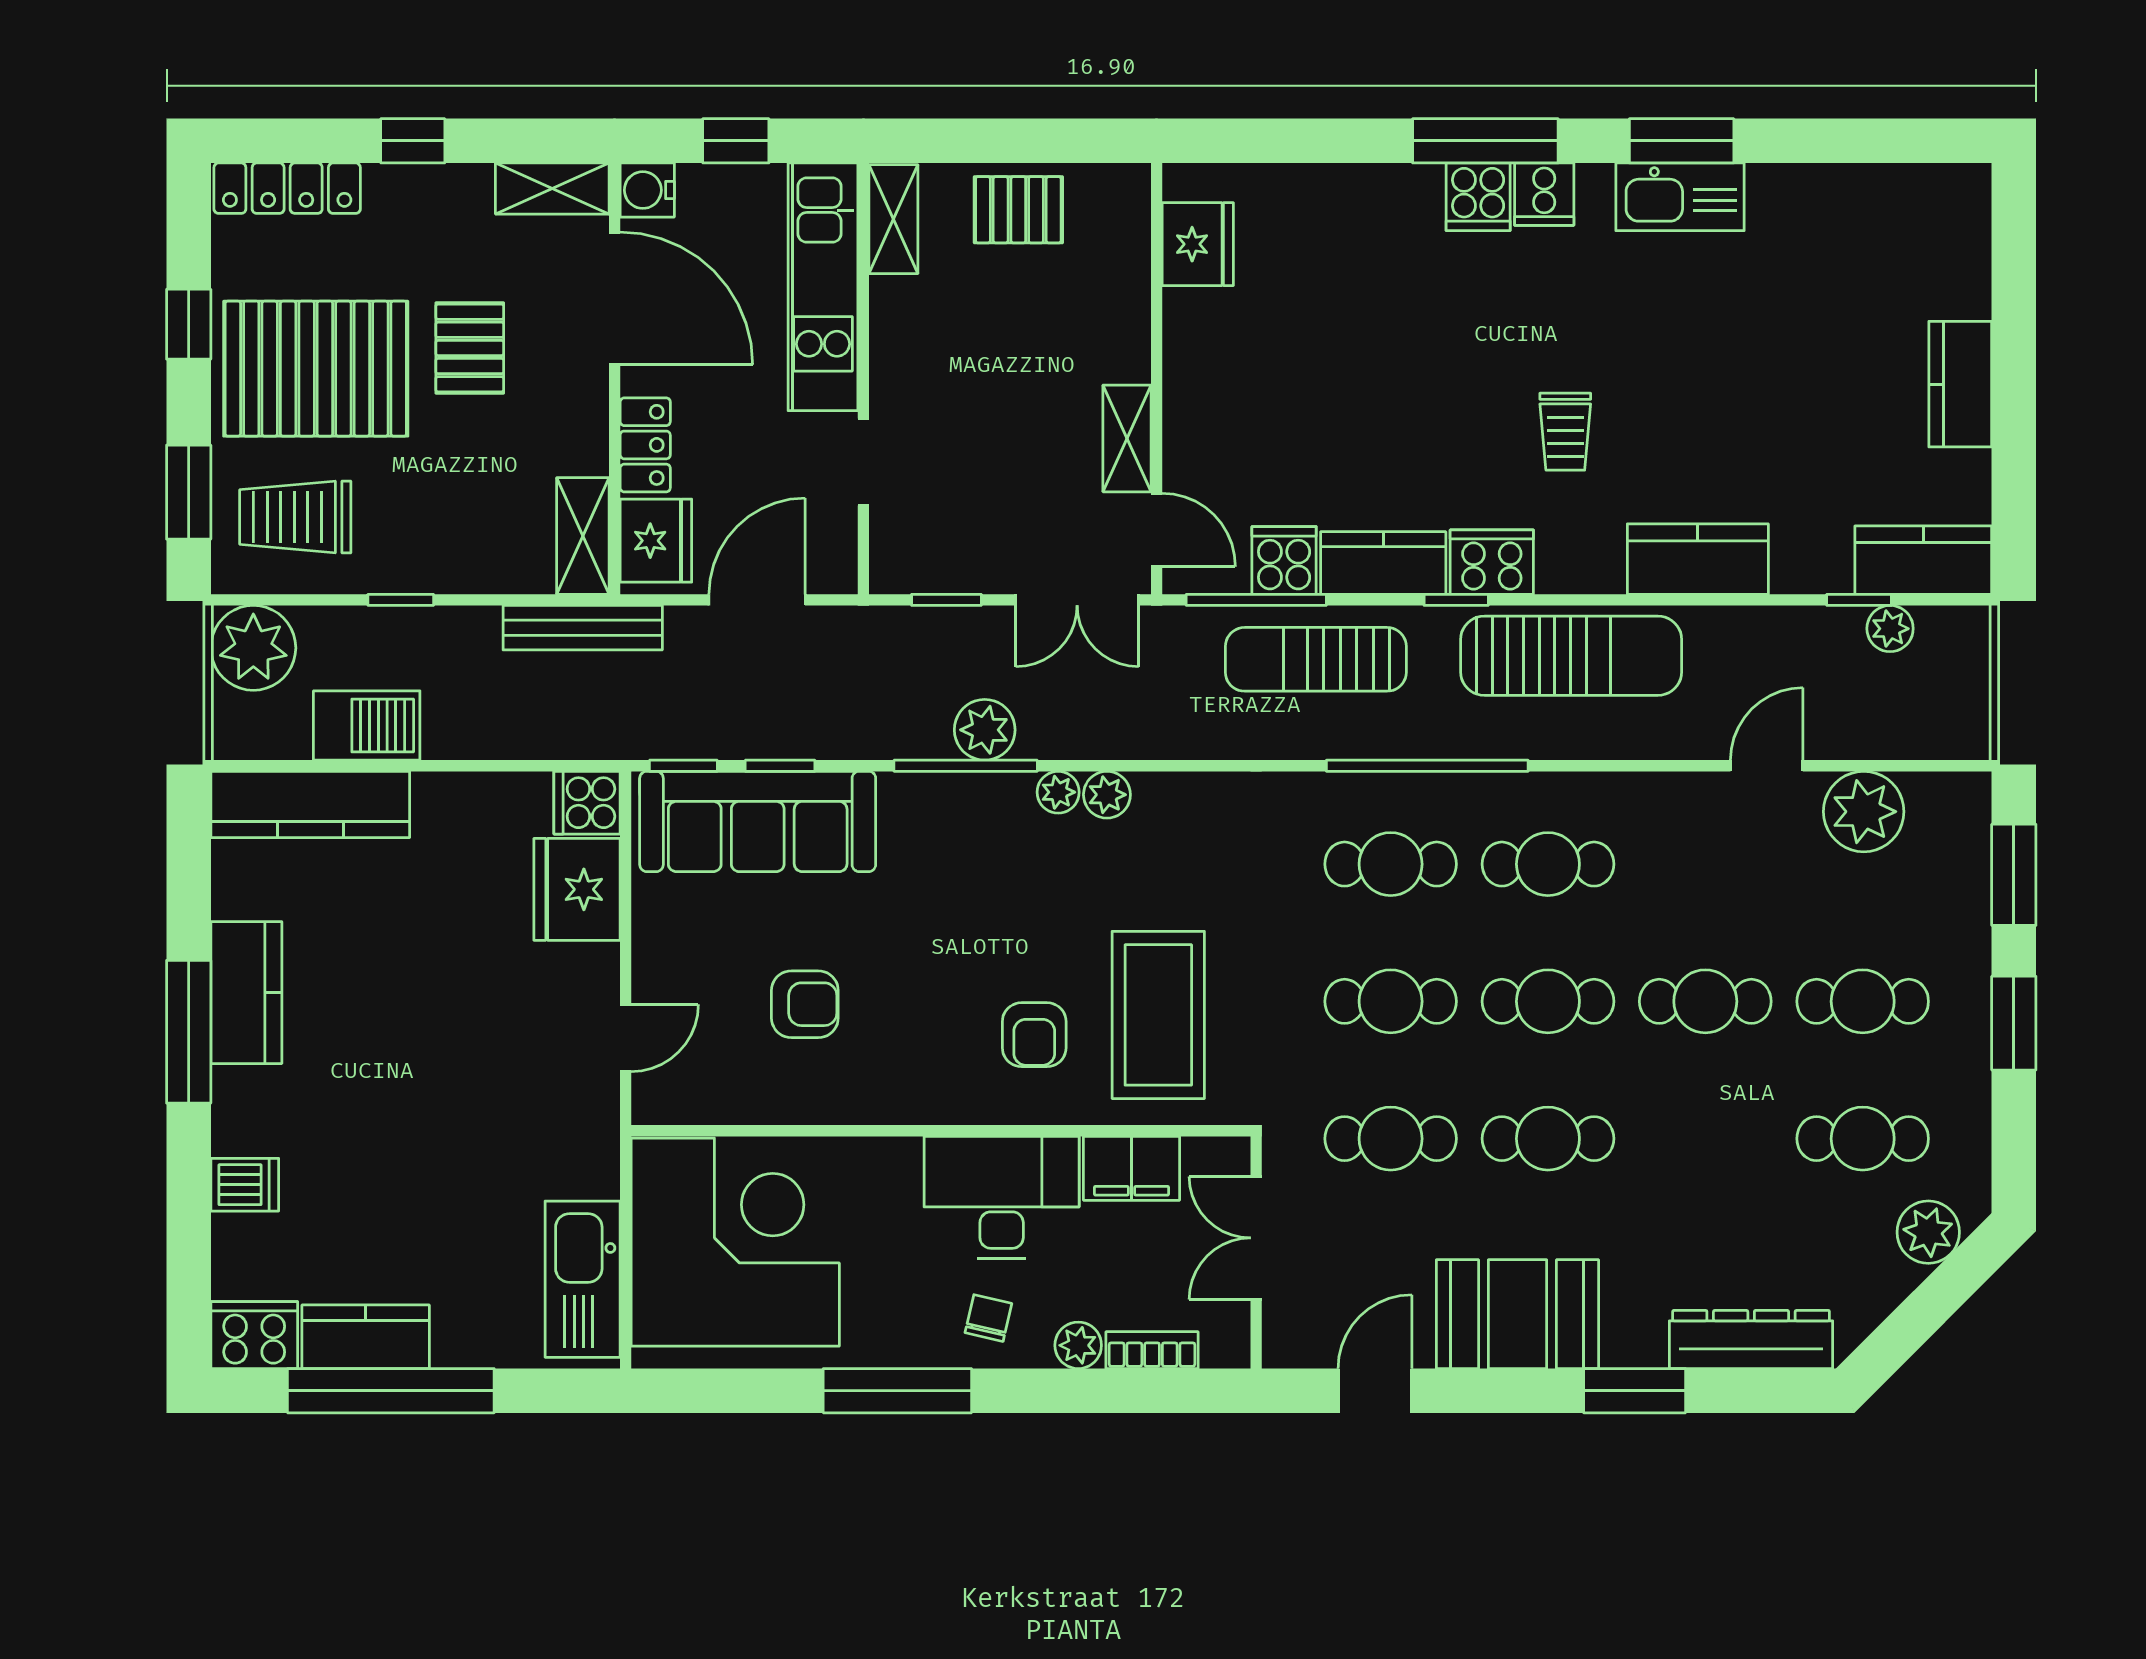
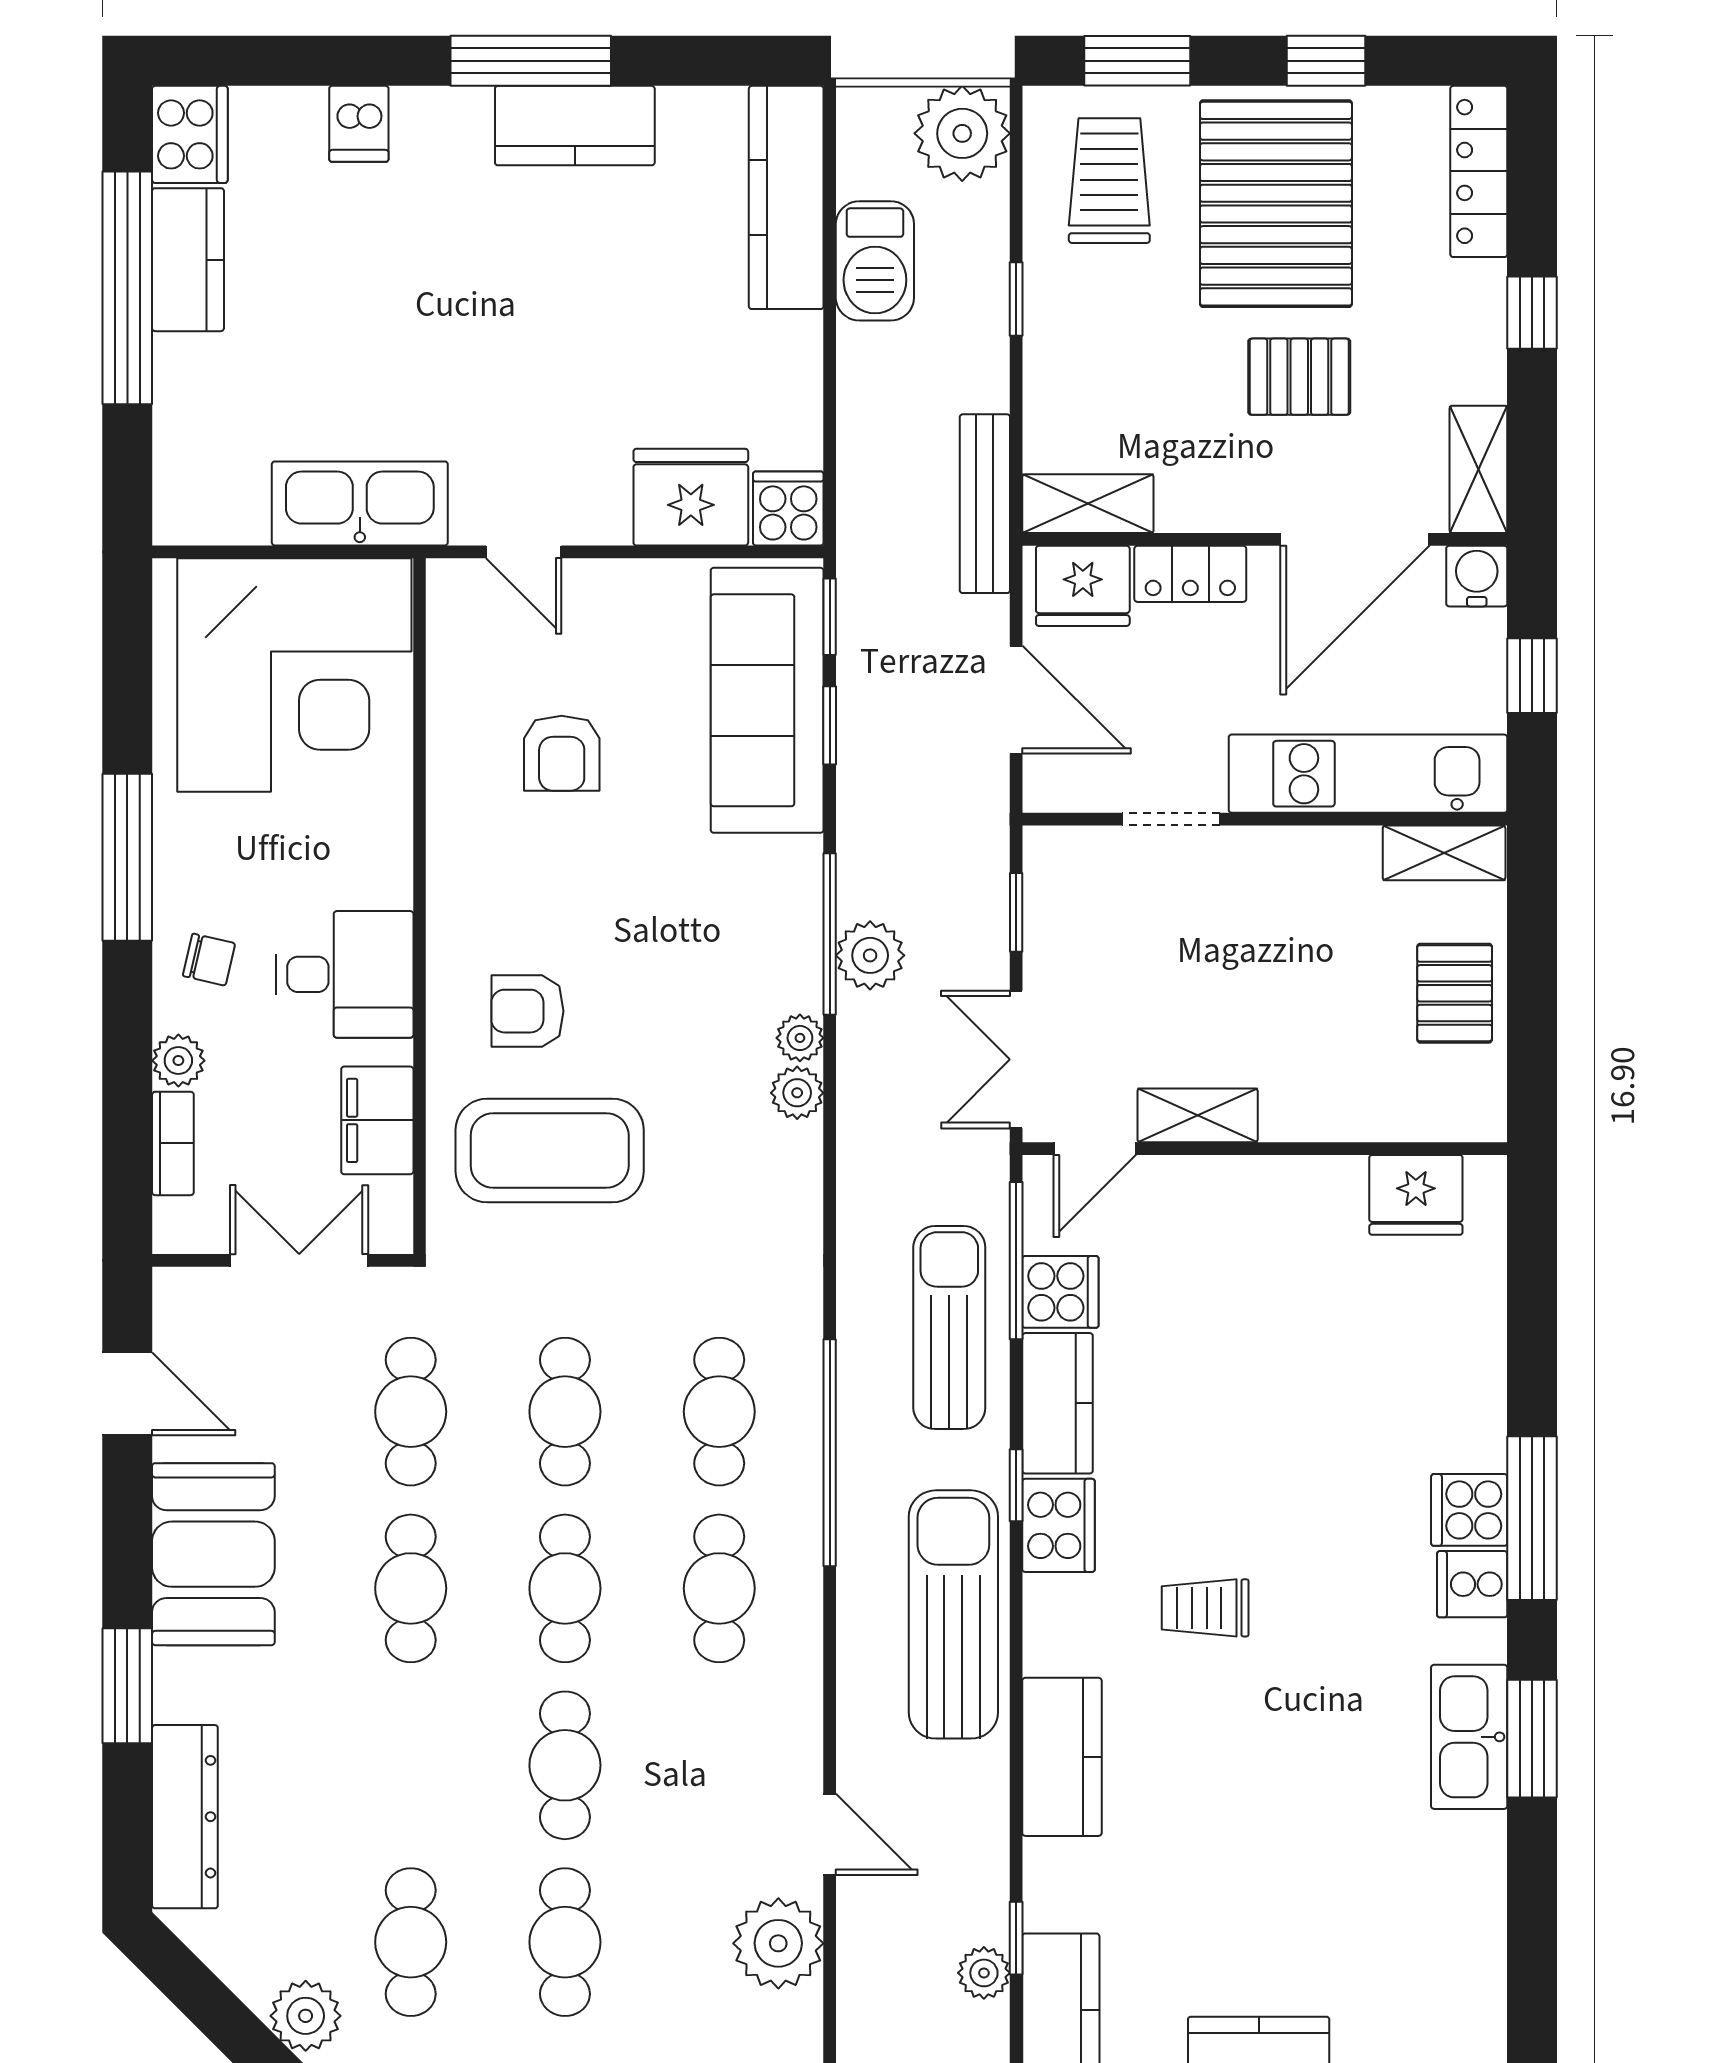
sun lounger: (1571, 656) -> (953, 1614), turned 180
desk: (1002, 1197) -> (345, 974), width x0.73
kitchen sink: (583, 1279) -> (360, 503), moved

